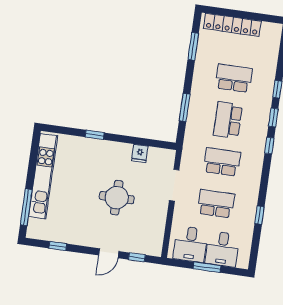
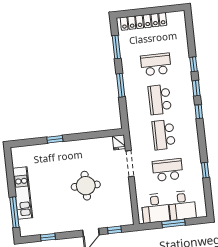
window: (185, 107) -> (121, 85), moved
fridge: (140, 153) -> (119, 142), moved
school desk: (222, 162) -> (164, 135), turned -90
kitchen unit: (43, 176) -> (23, 193), width x0.73

